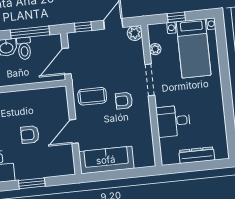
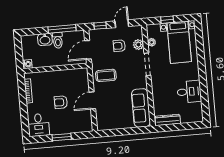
plant: (135, 33) -> (138, 45), moved
armchair: (124, 101) -> (119, 46), moved
desk: (173, 121) -> (189, 92), moved, turned 180
dresser: (197, 155) -> (168, 120), moved
sofa: (106, 160) -> (141, 108), moved, turned -90

